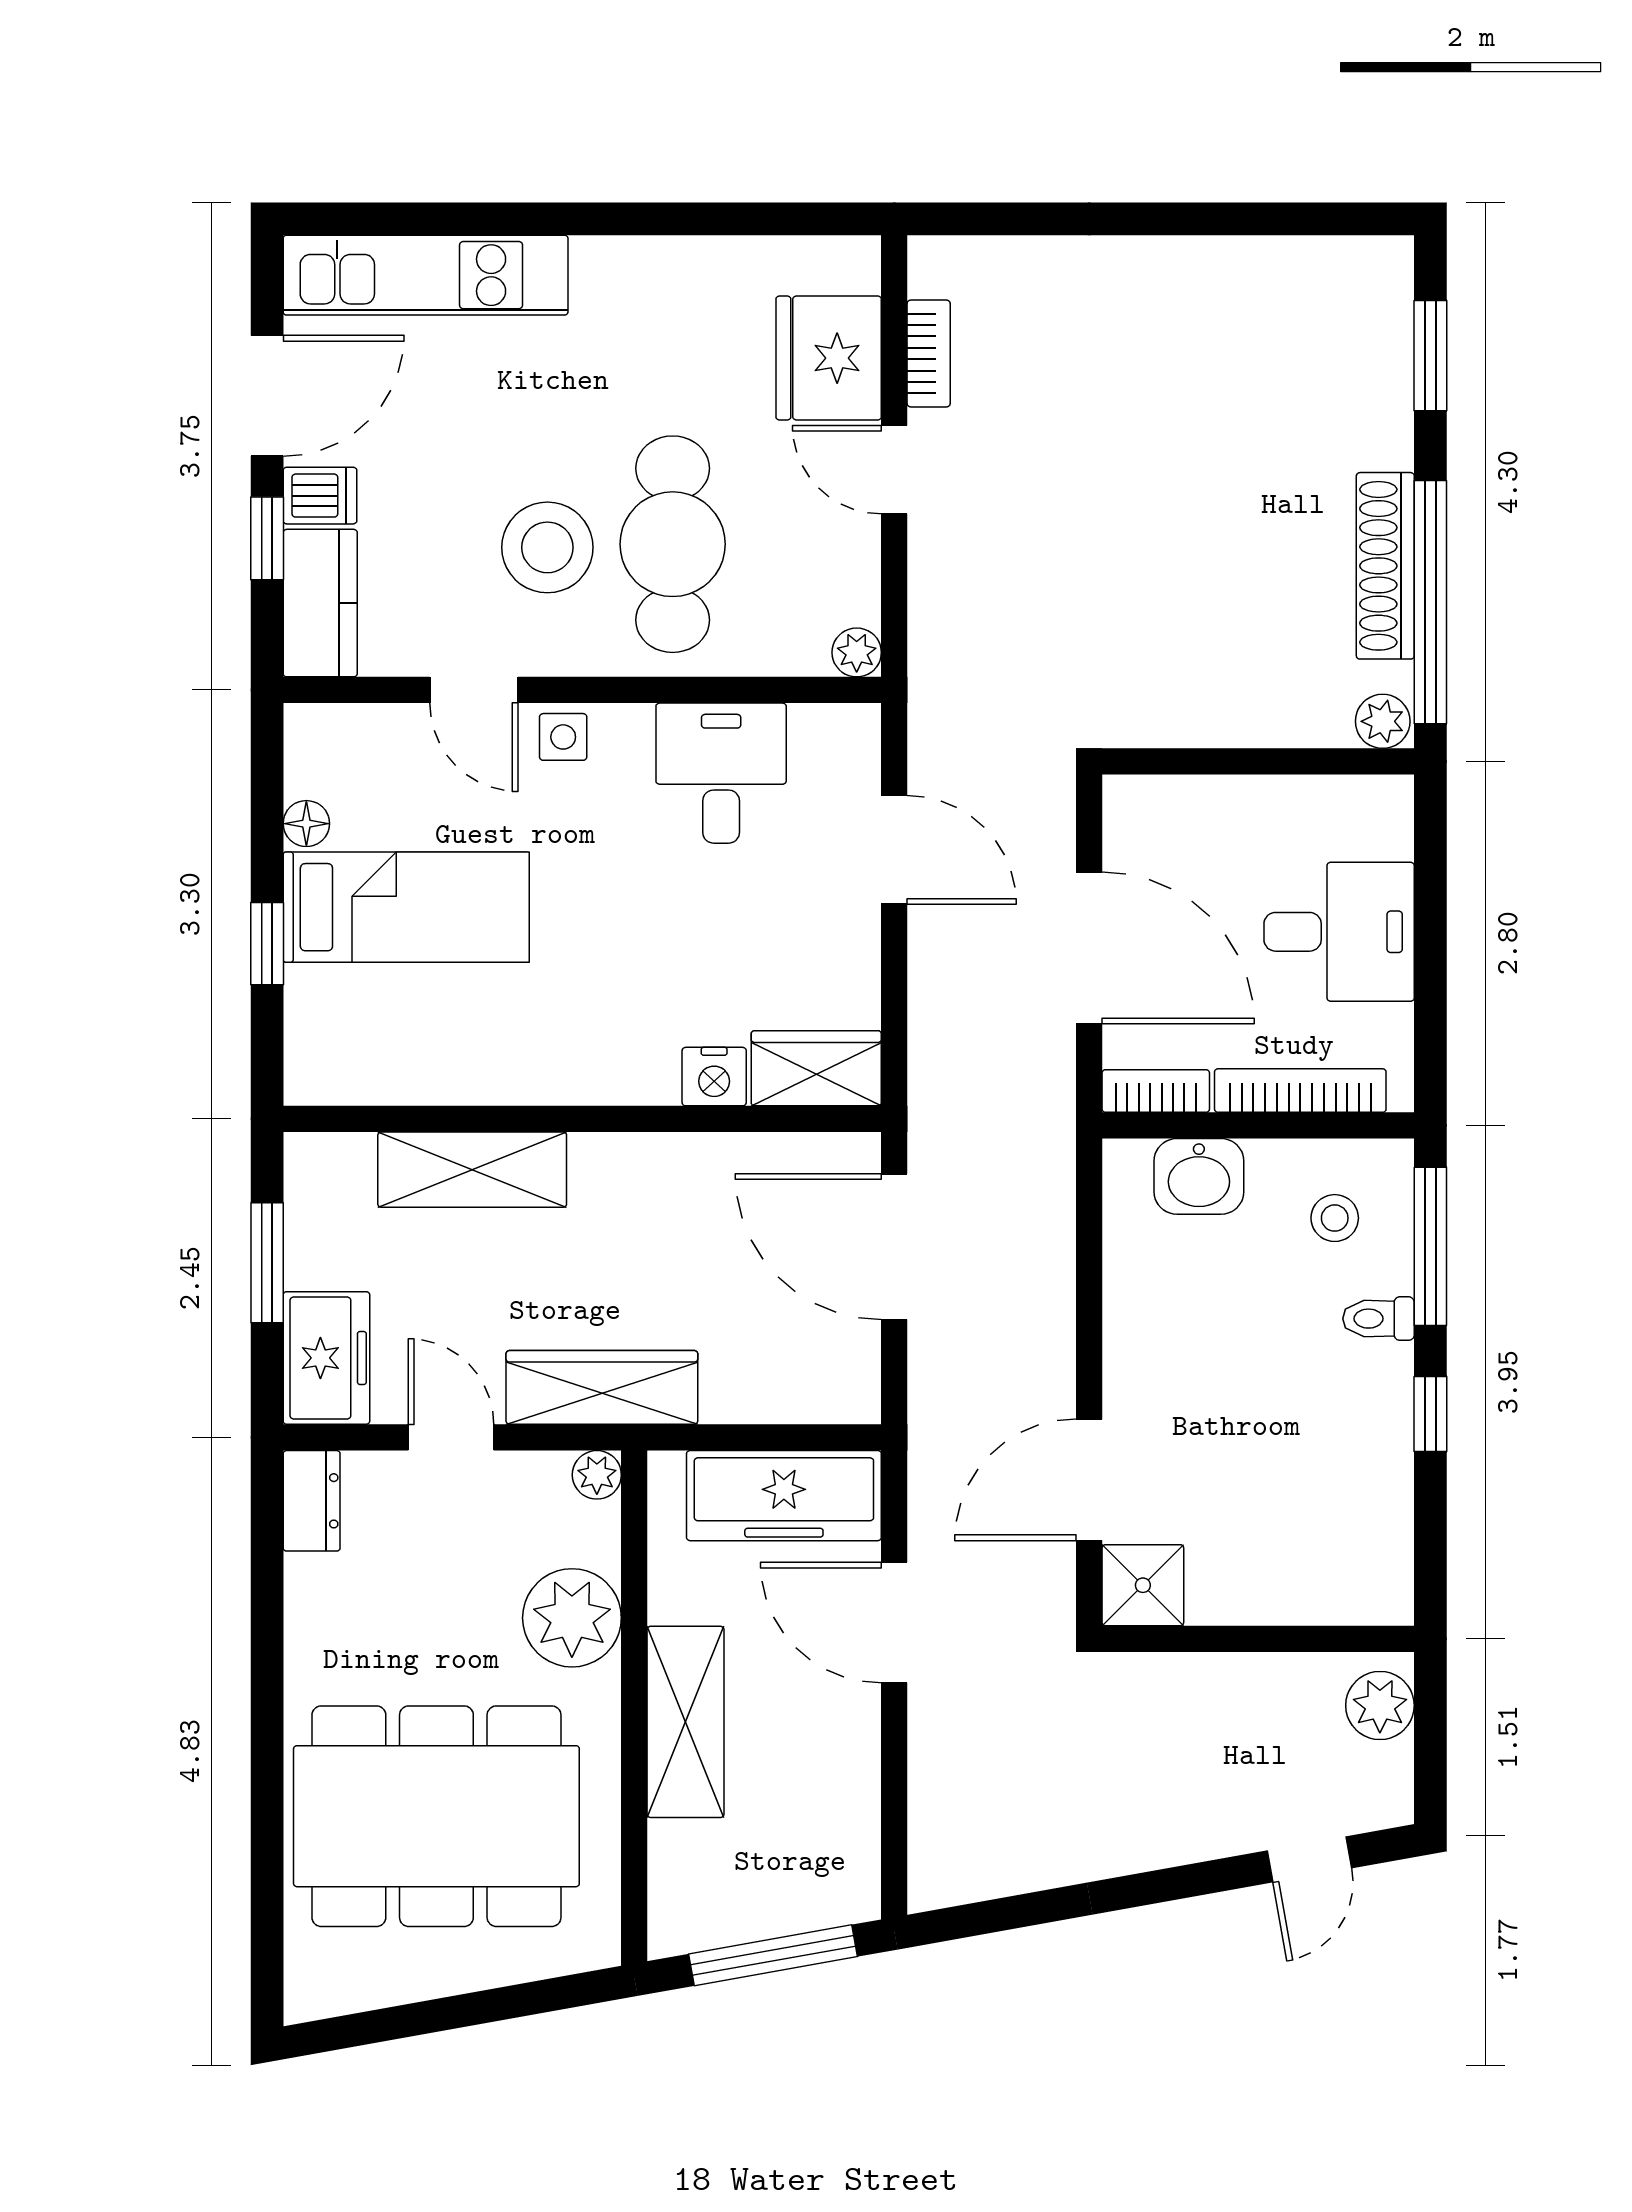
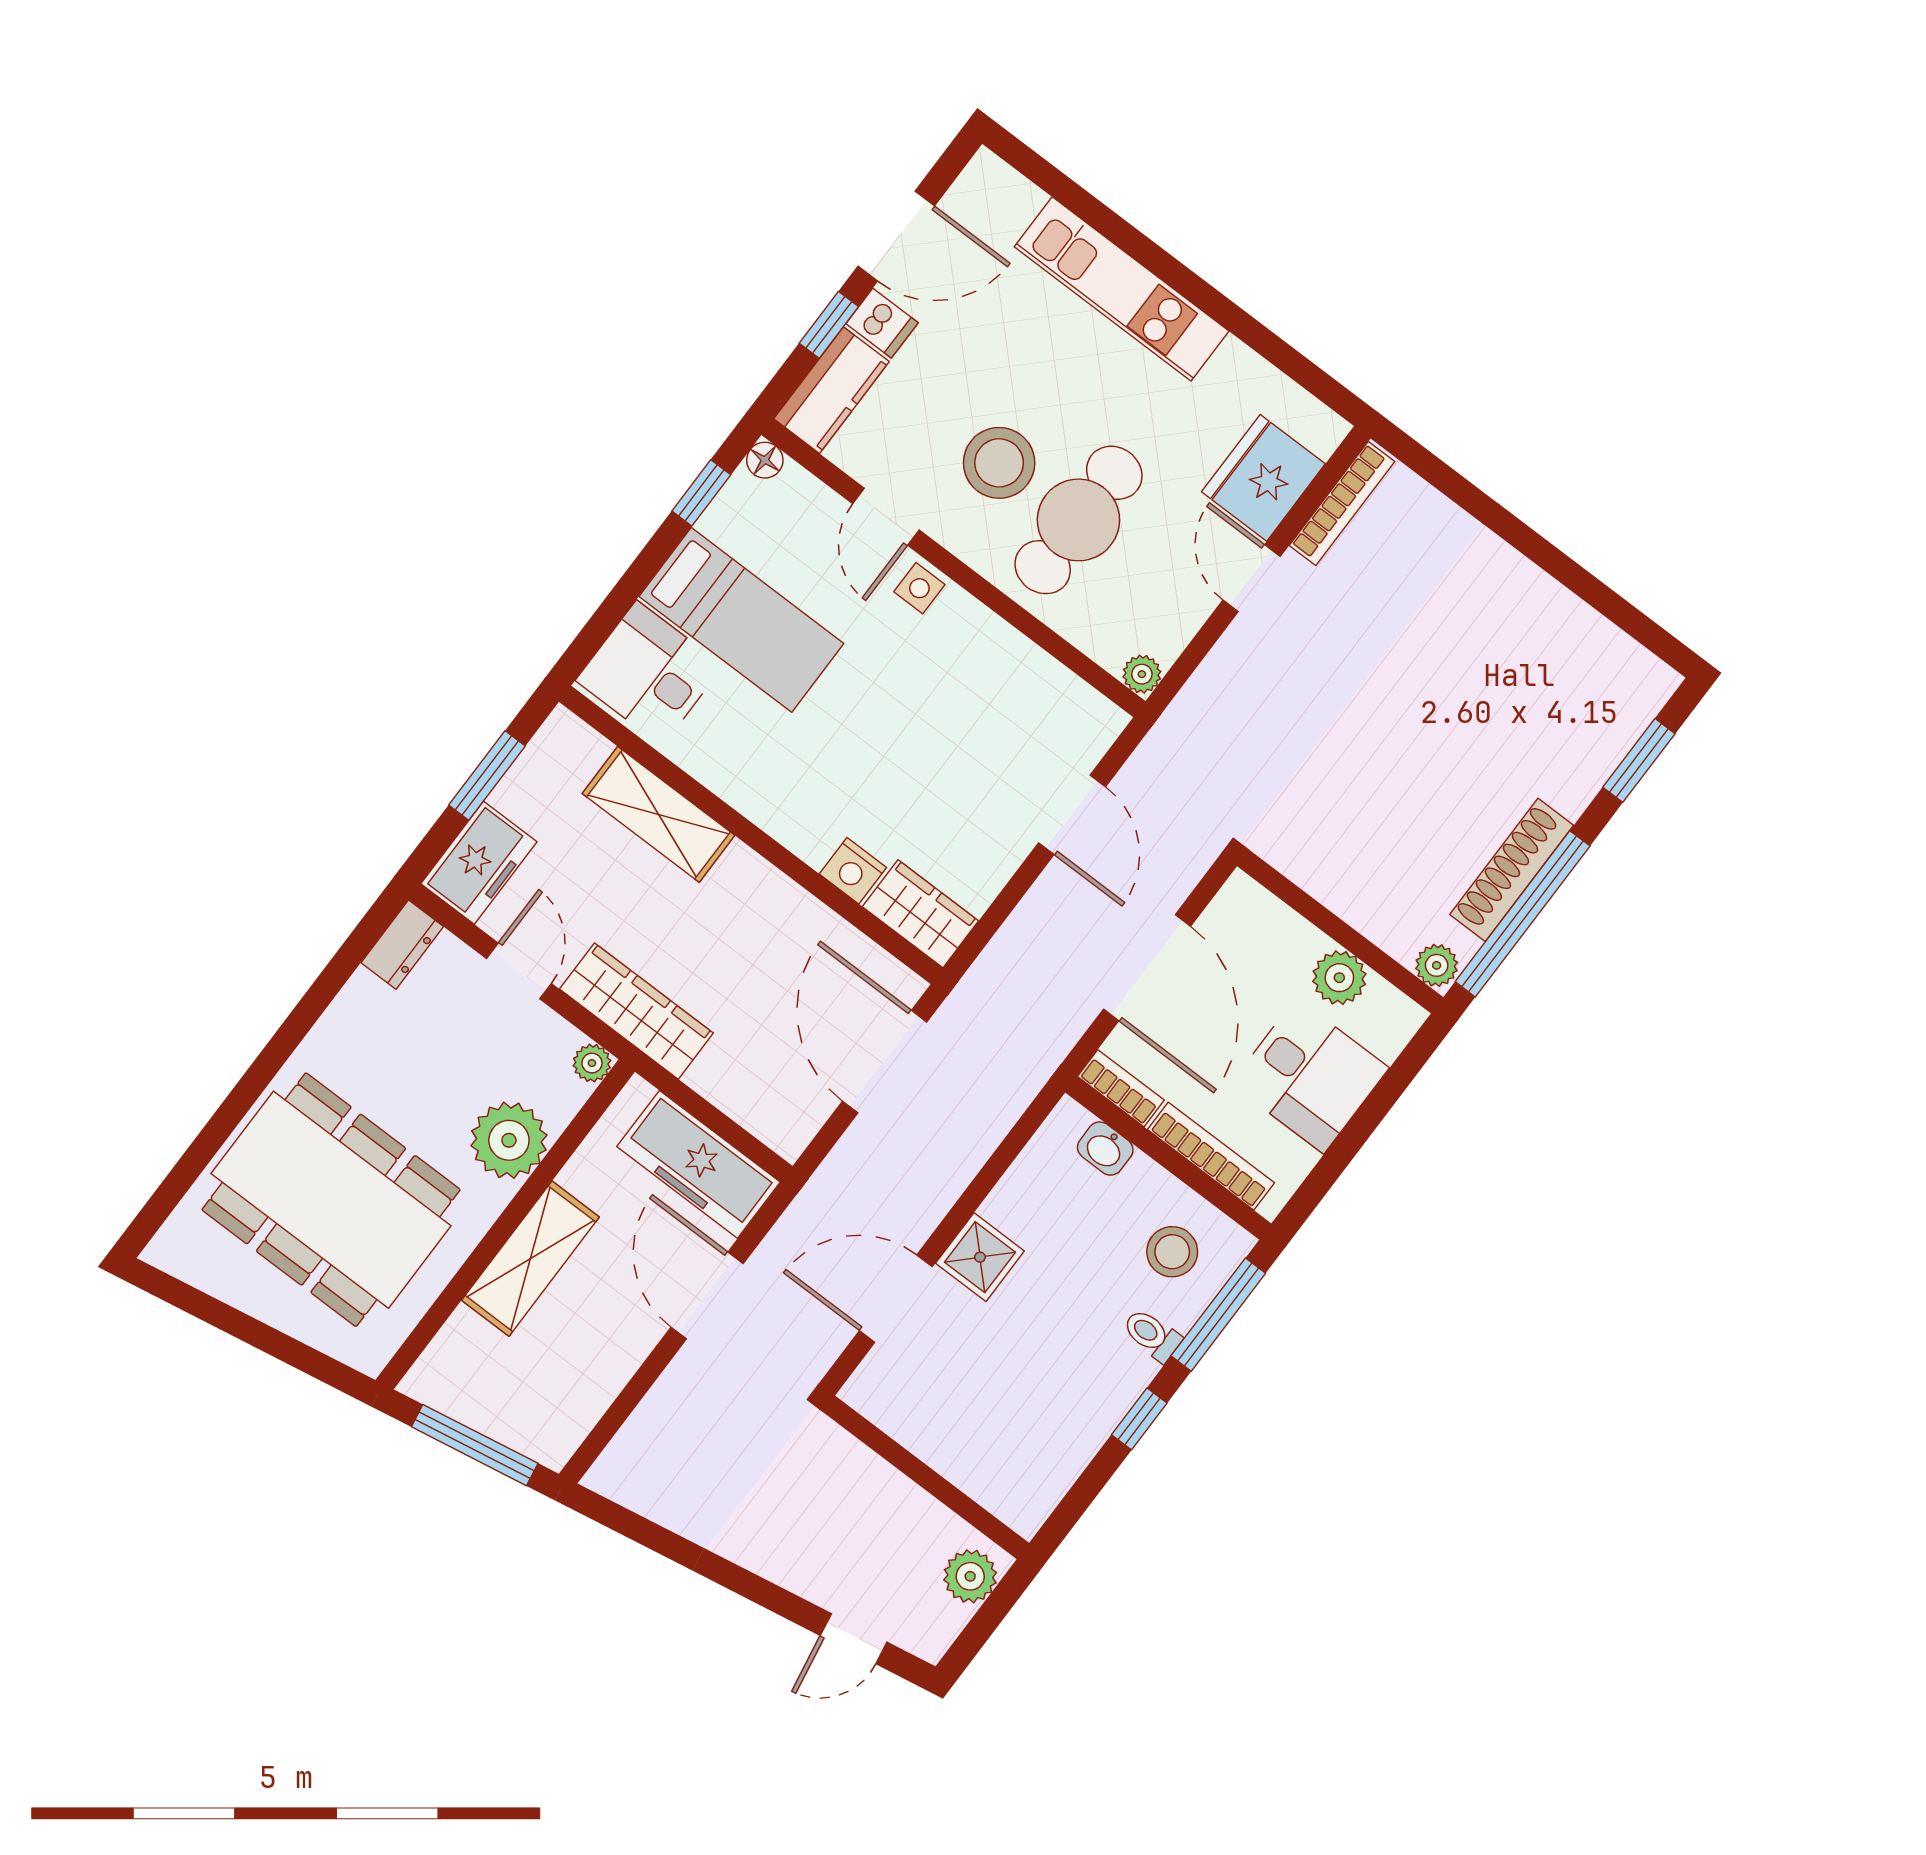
kitchen unit: (426, 275) -> (1122, 289), moved
bookcase: (929, 354) -> (1342, 503), width x1.56
desk: (721, 773) -> (649, 673), moved, turned -90
plant: (1293, 809) -> (1339, 978), added
floor lamp: (306, 824) -> (765, 460), moved
window: (267, 944) -> (701, 493), moved
washbasin: (1199, 1176) -> (1105, 1149), width x0.72, depth x0.69
stool: (1335, 1218) -> (1172, 1252), width x1.37, depth x1.37
shower: (1143, 1585) -> (980, 1257), moved

